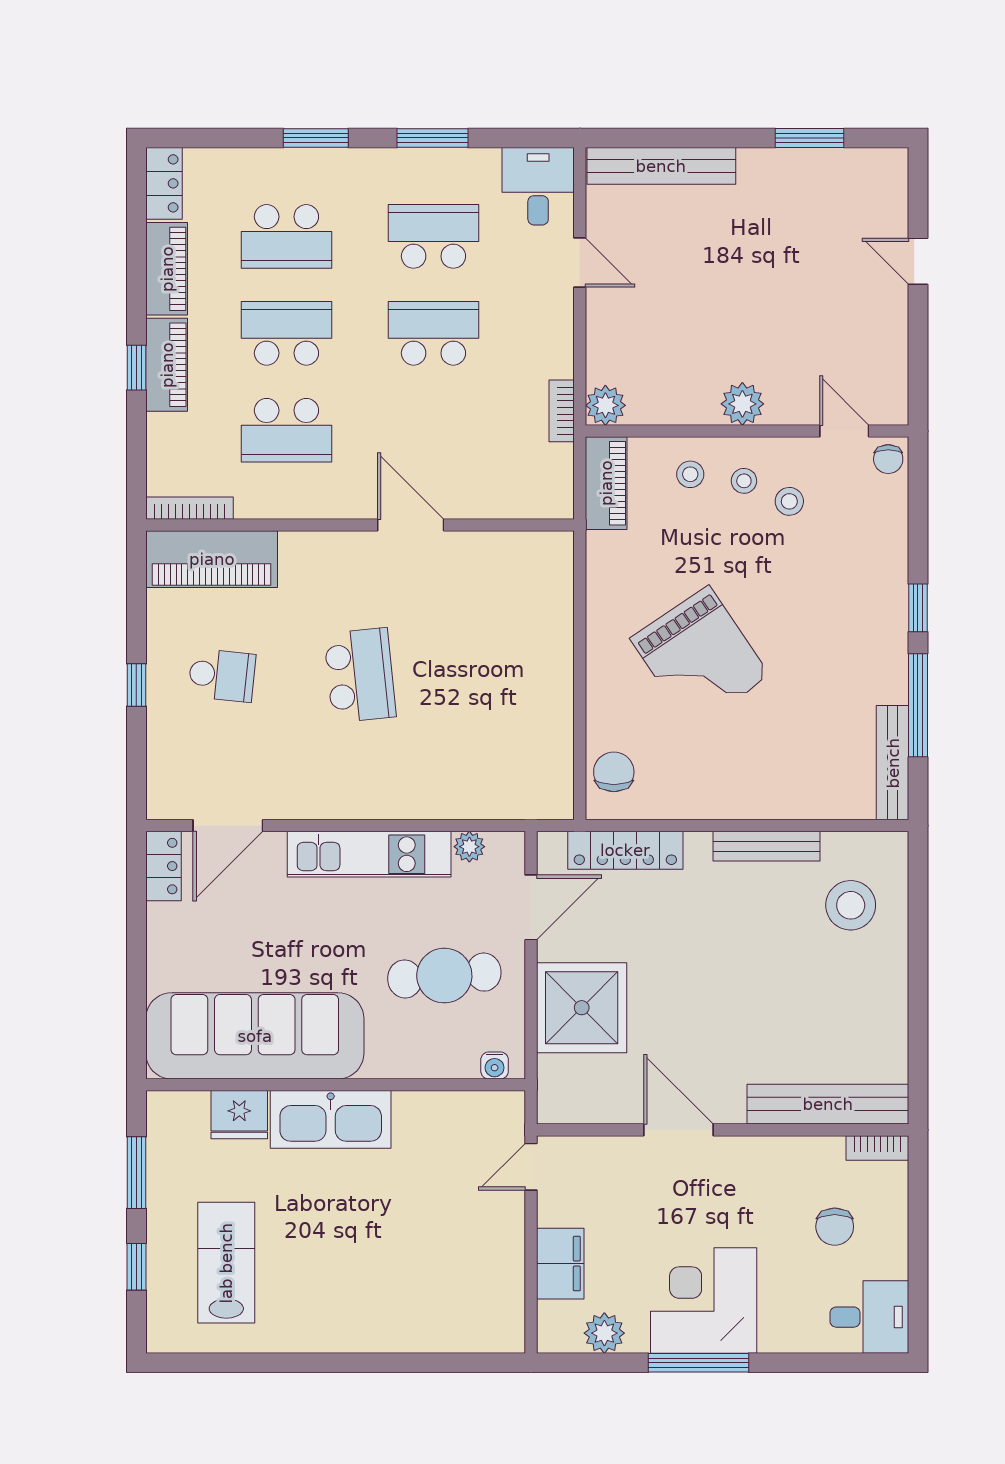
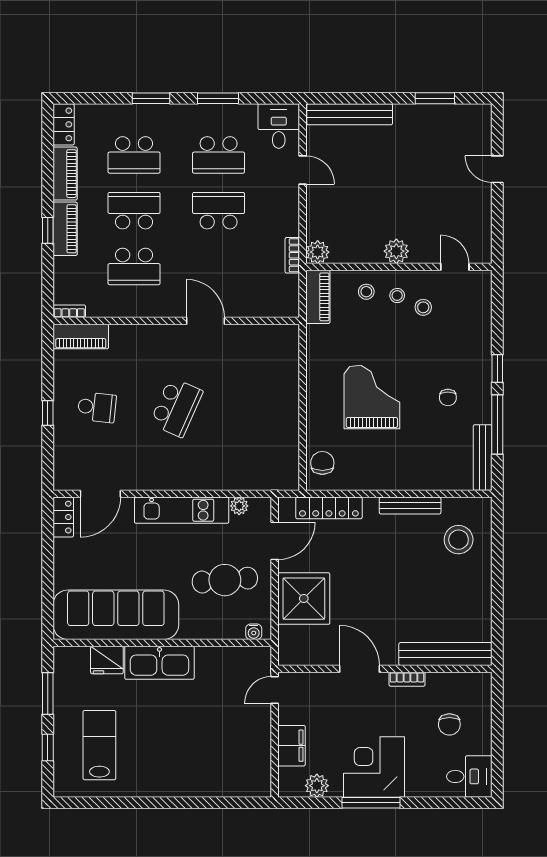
school desk: (433, 236) -> (219, 155), turned 180
chair: (888, 459) -> (448, 397), moved
bookcase: (190, 508) -> (69, 311), width x0.64
piano: (212, 559) -> (81, 336), width x0.73, depth x0.75
grand piano: (700, 657) -> (372, 397), turned -146
school desk: (360, 675) -> (176, 407), turned 30
bookcase: (877, 1148) -> (407, 679), moved

